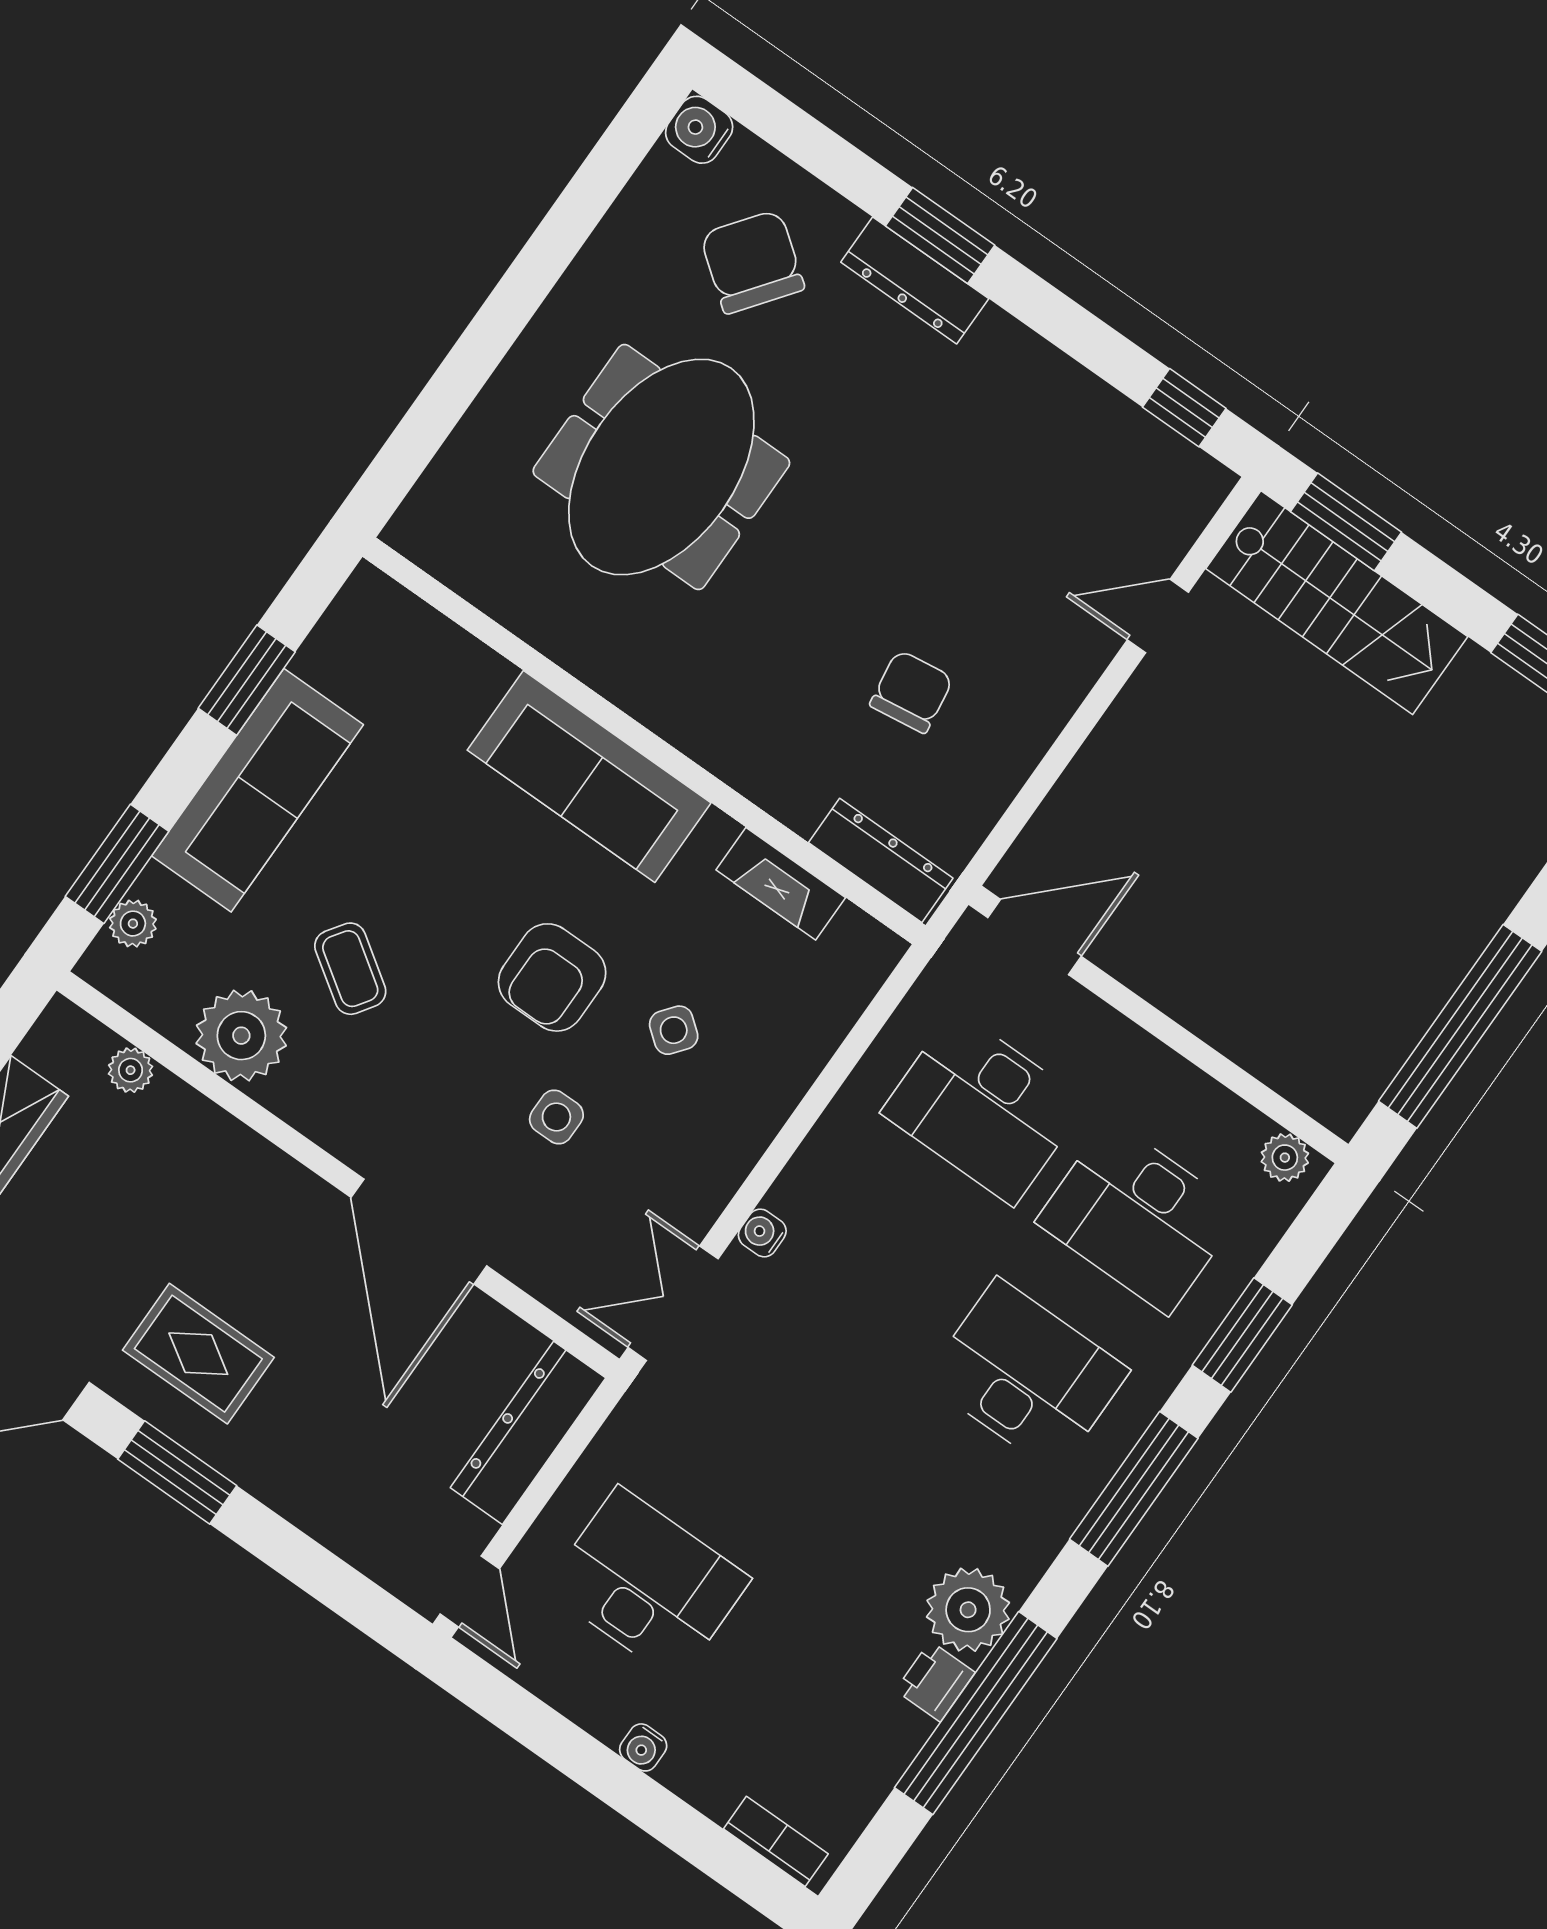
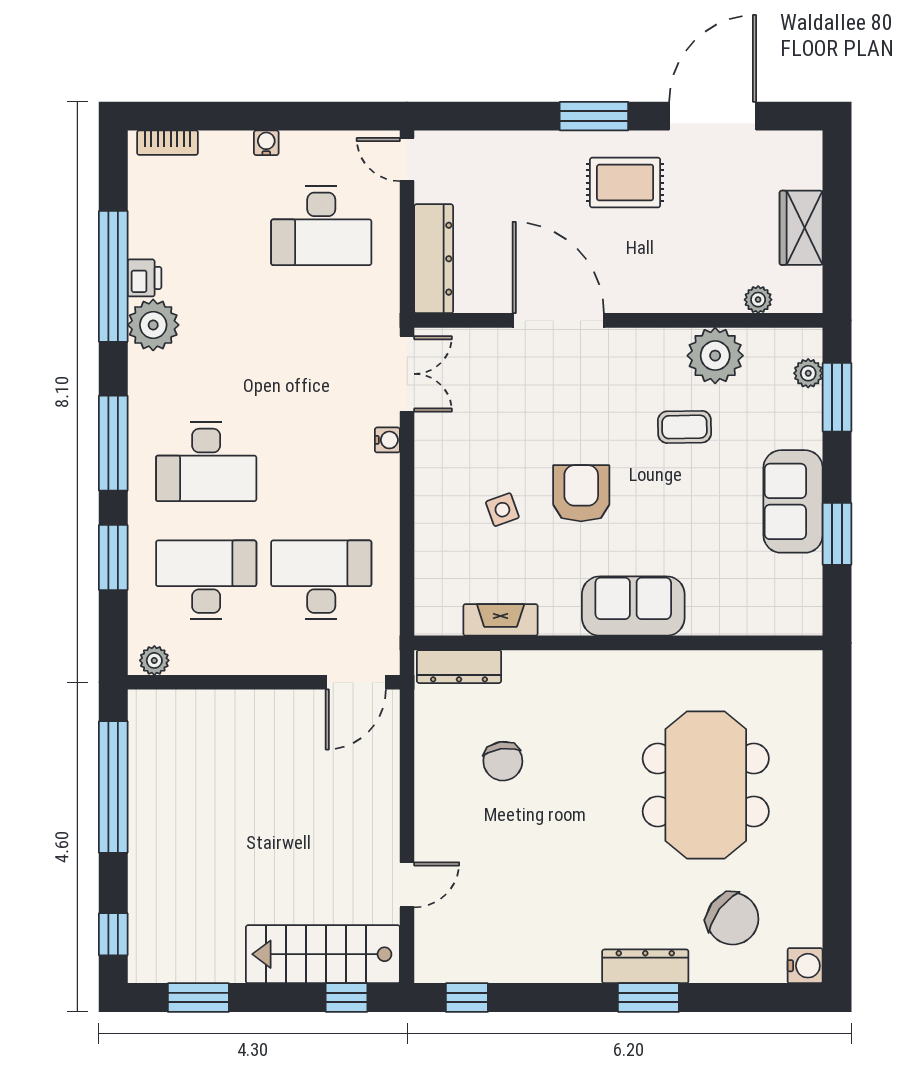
window: (1346, 522) -> (347, 998), width x0.67
sofa: (589, 776) -> (633, 606), width x0.73
sofa: (258, 790) -> (793, 501), width x0.73
coffee table: (350, 969) -> (684, 427), turned -35
side table: (674, 1030) -> (502, 510), turned 32
side table: (556, 1117) -> (530, 425), removed

